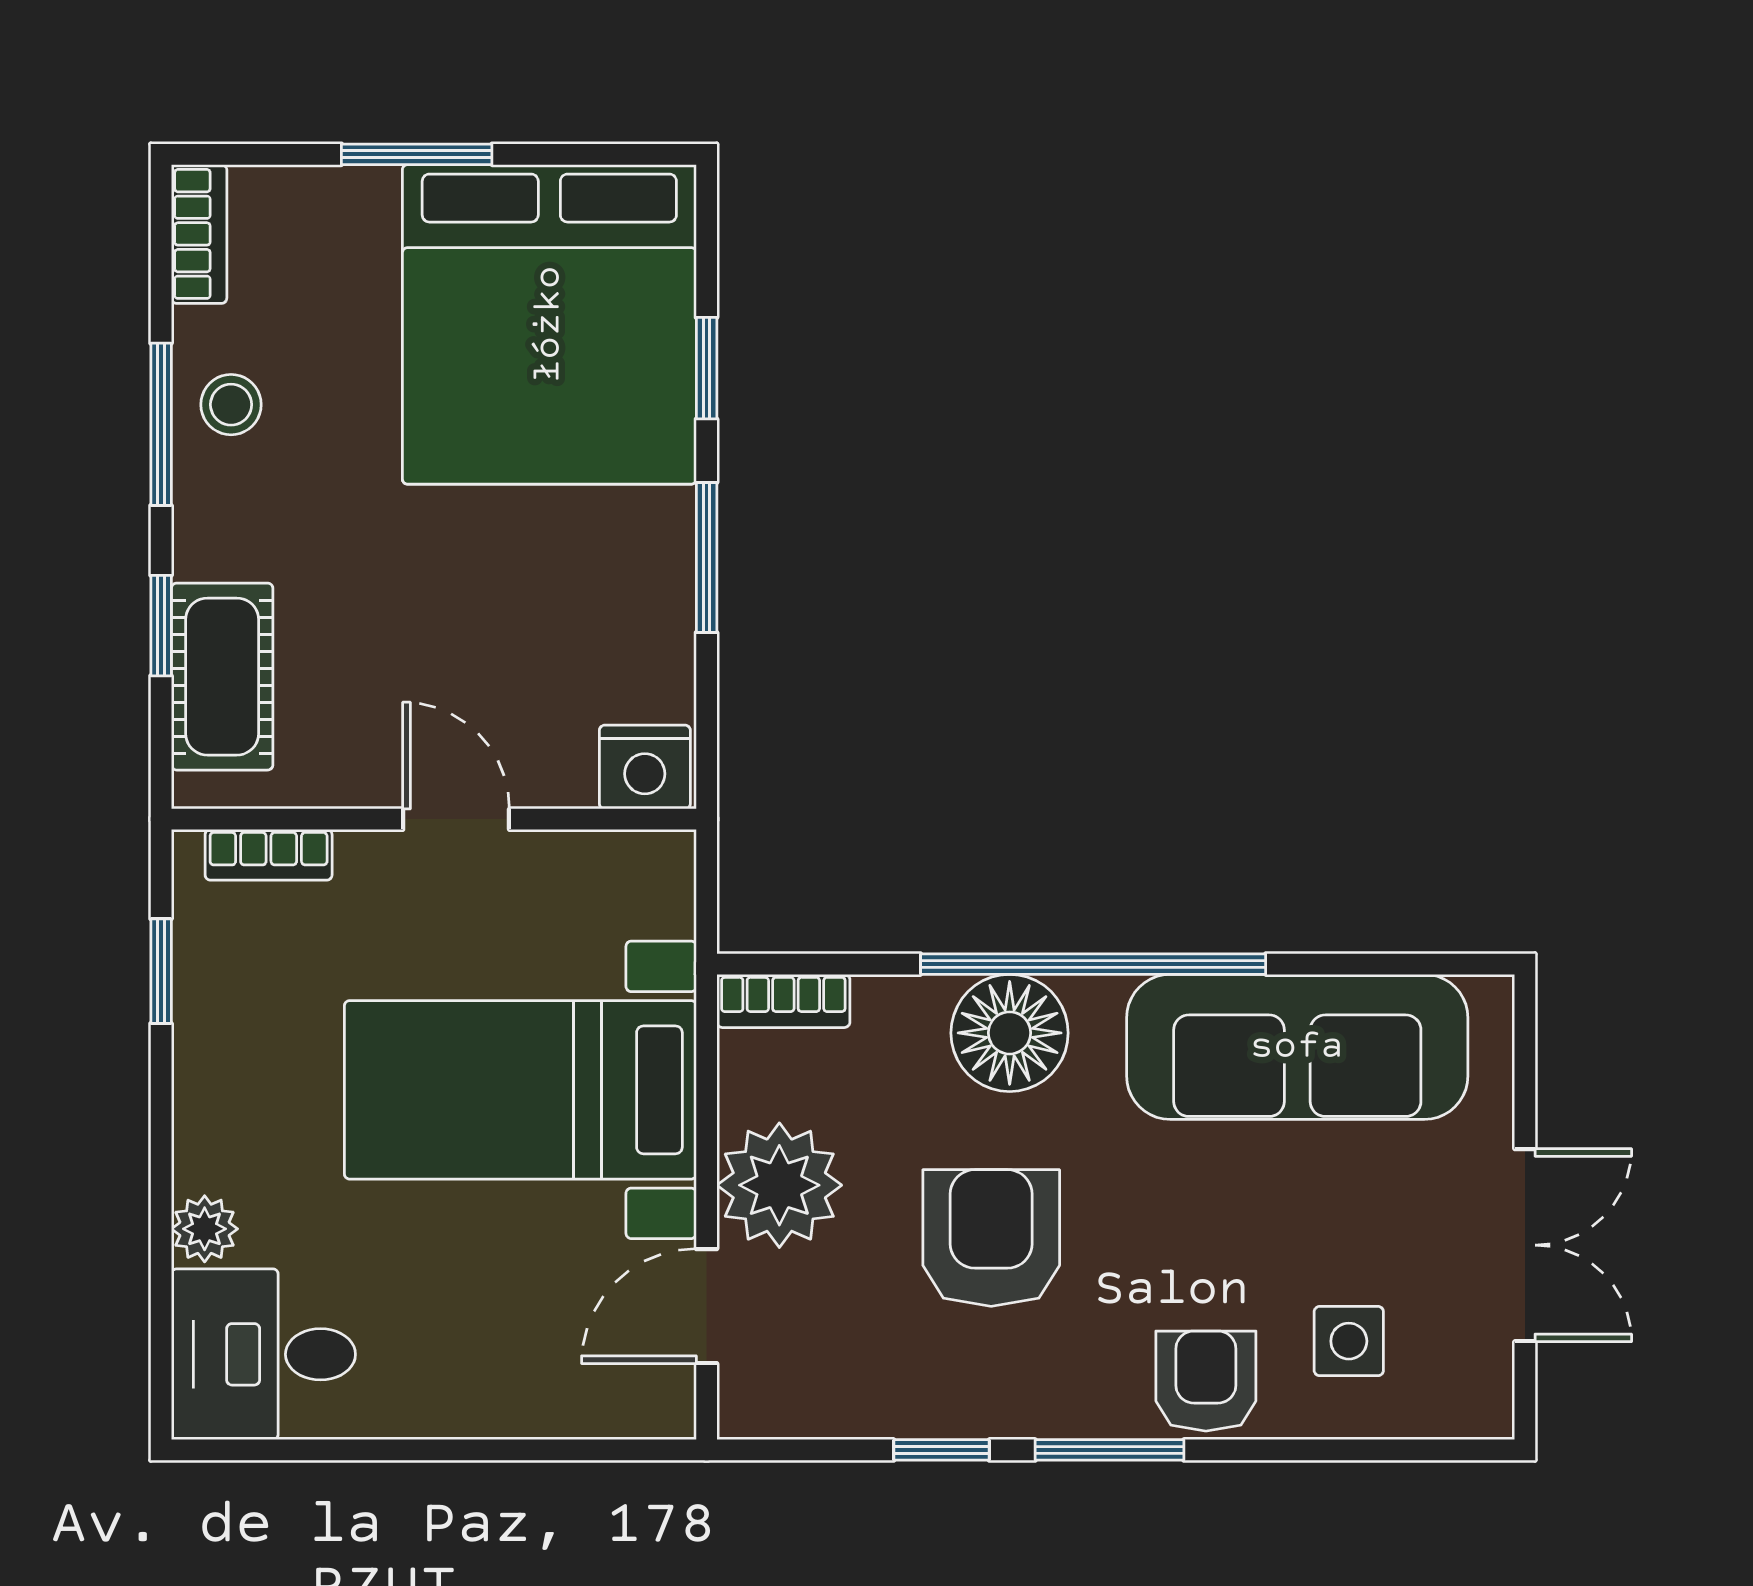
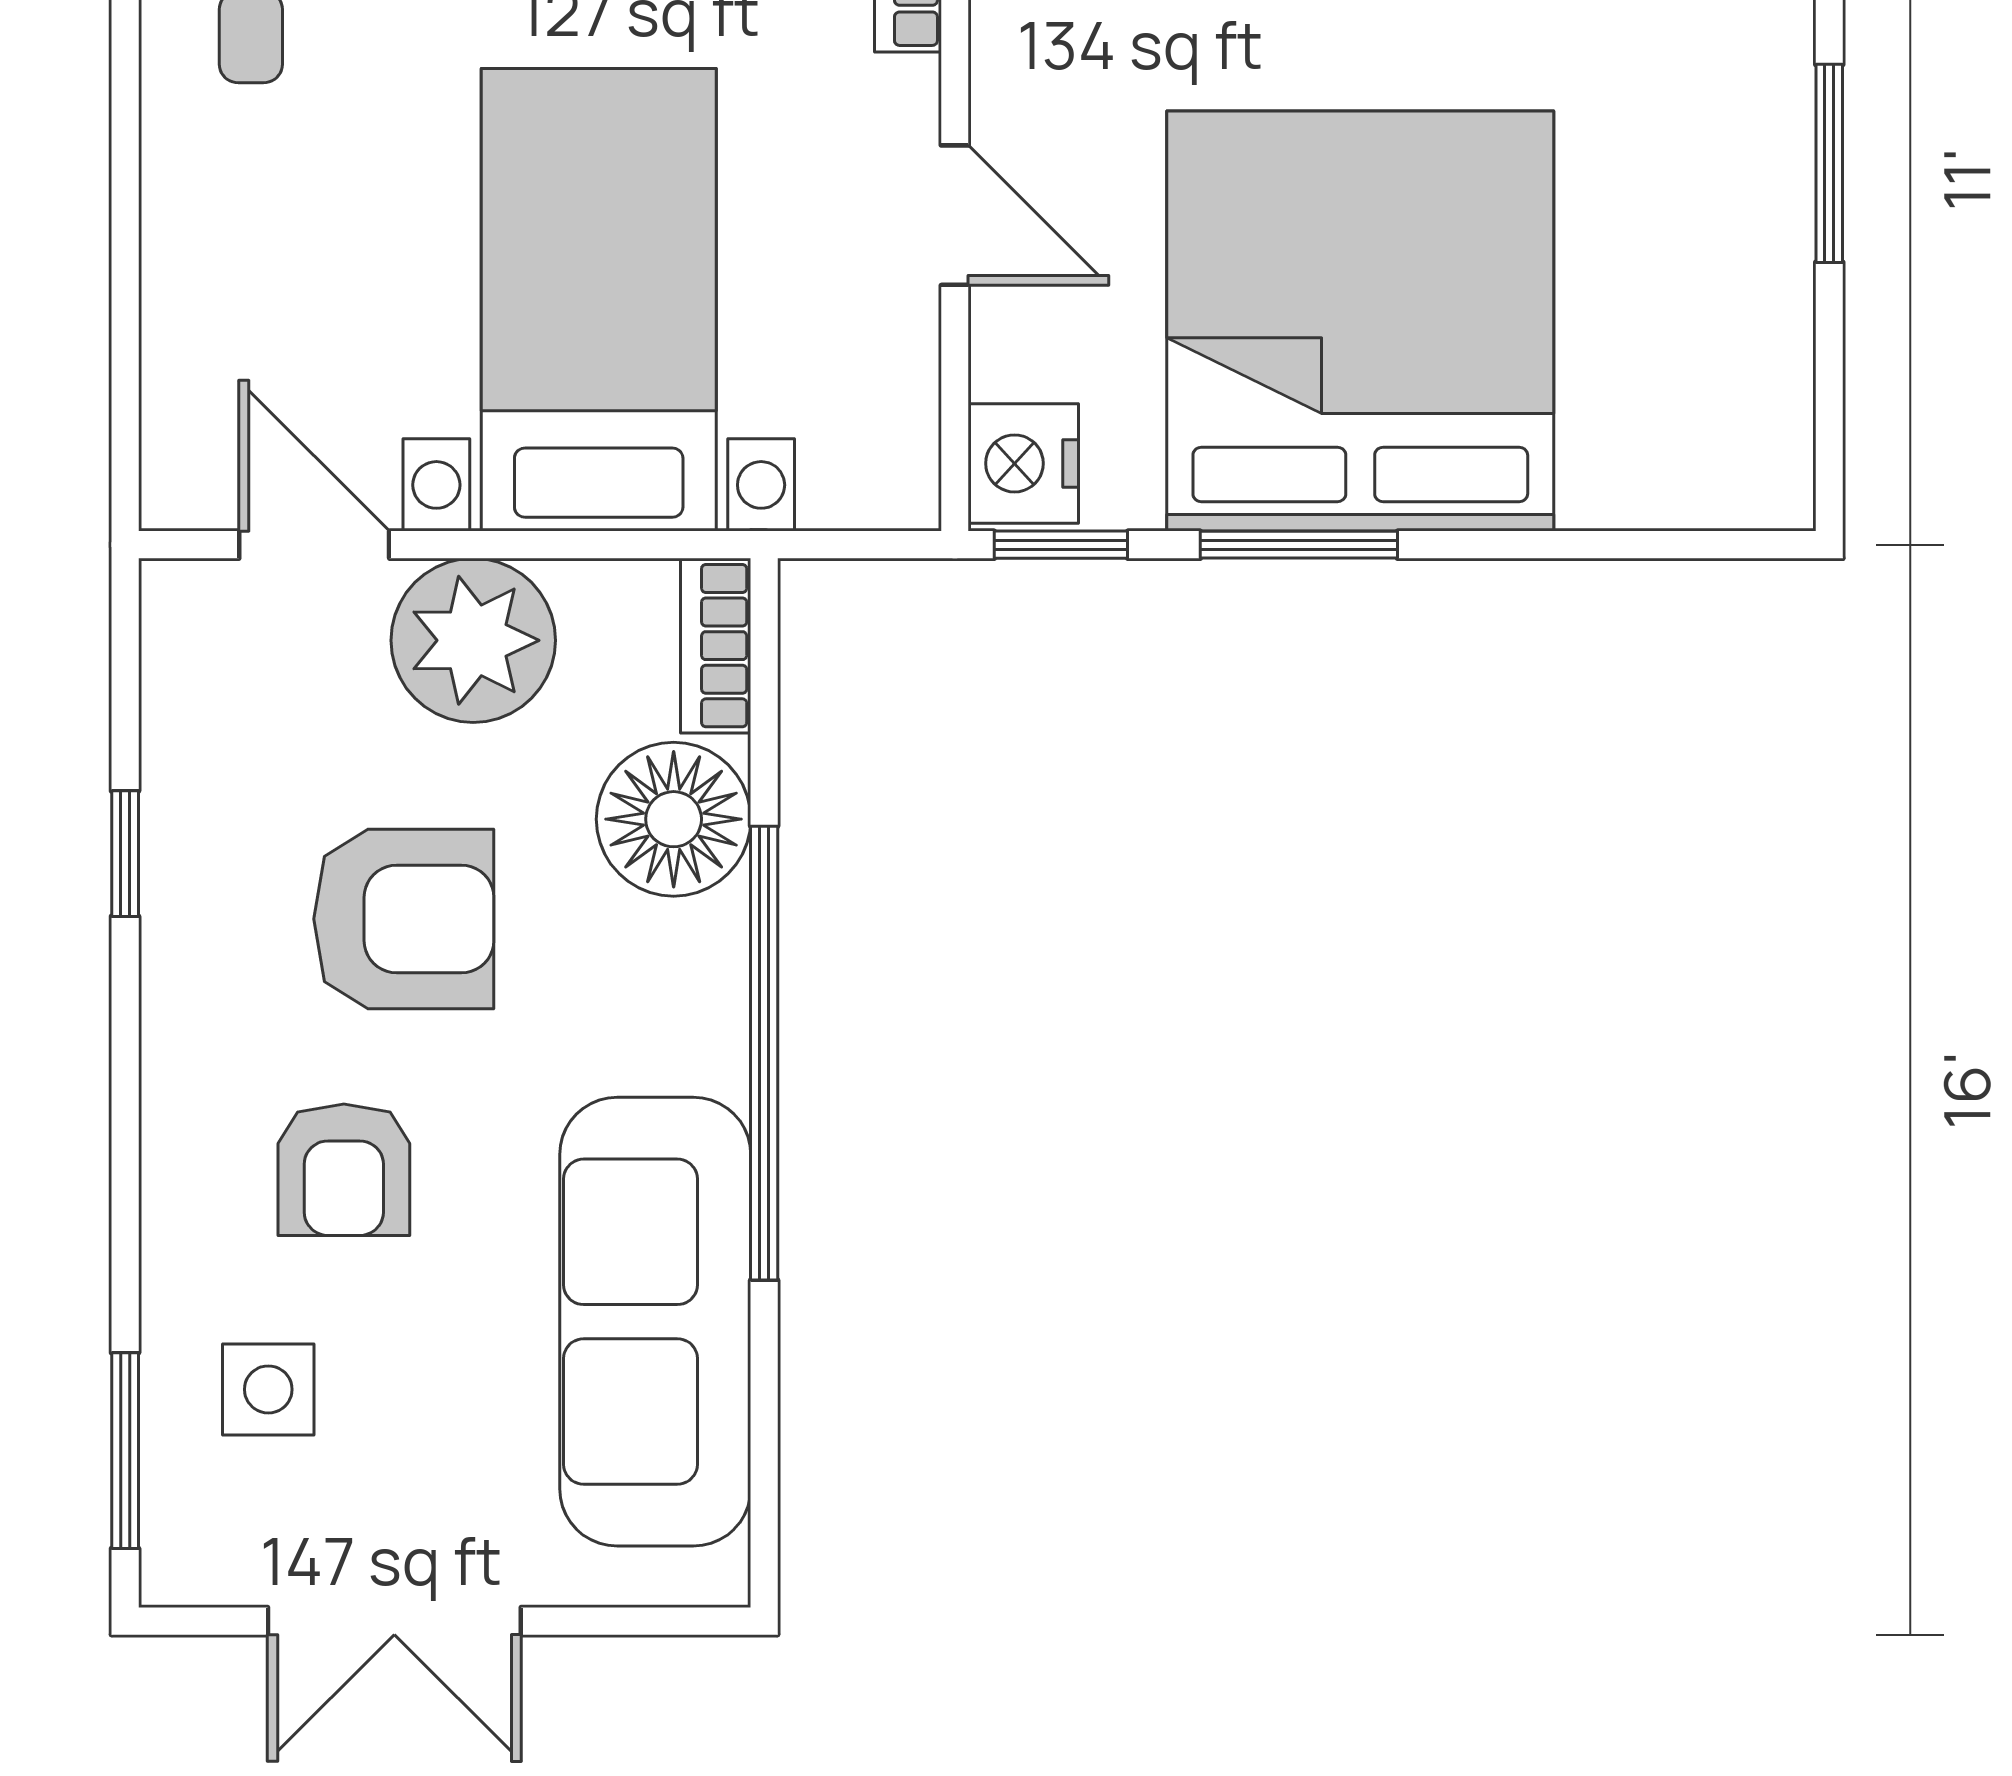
bed: (549, 324) -> (1360, 321), moved, turned 90
window: (707, 368) -> (1061, 545), moved
door: (456, 819) -> (955, 215), hinge flipped
floor lamp: (1010, 1033) -> (674, 819), moved
armchair: (1206, 1381) -> (344, 1170), moved, turned 90
window: (1110, 1450) -> (125, 1451), moved

